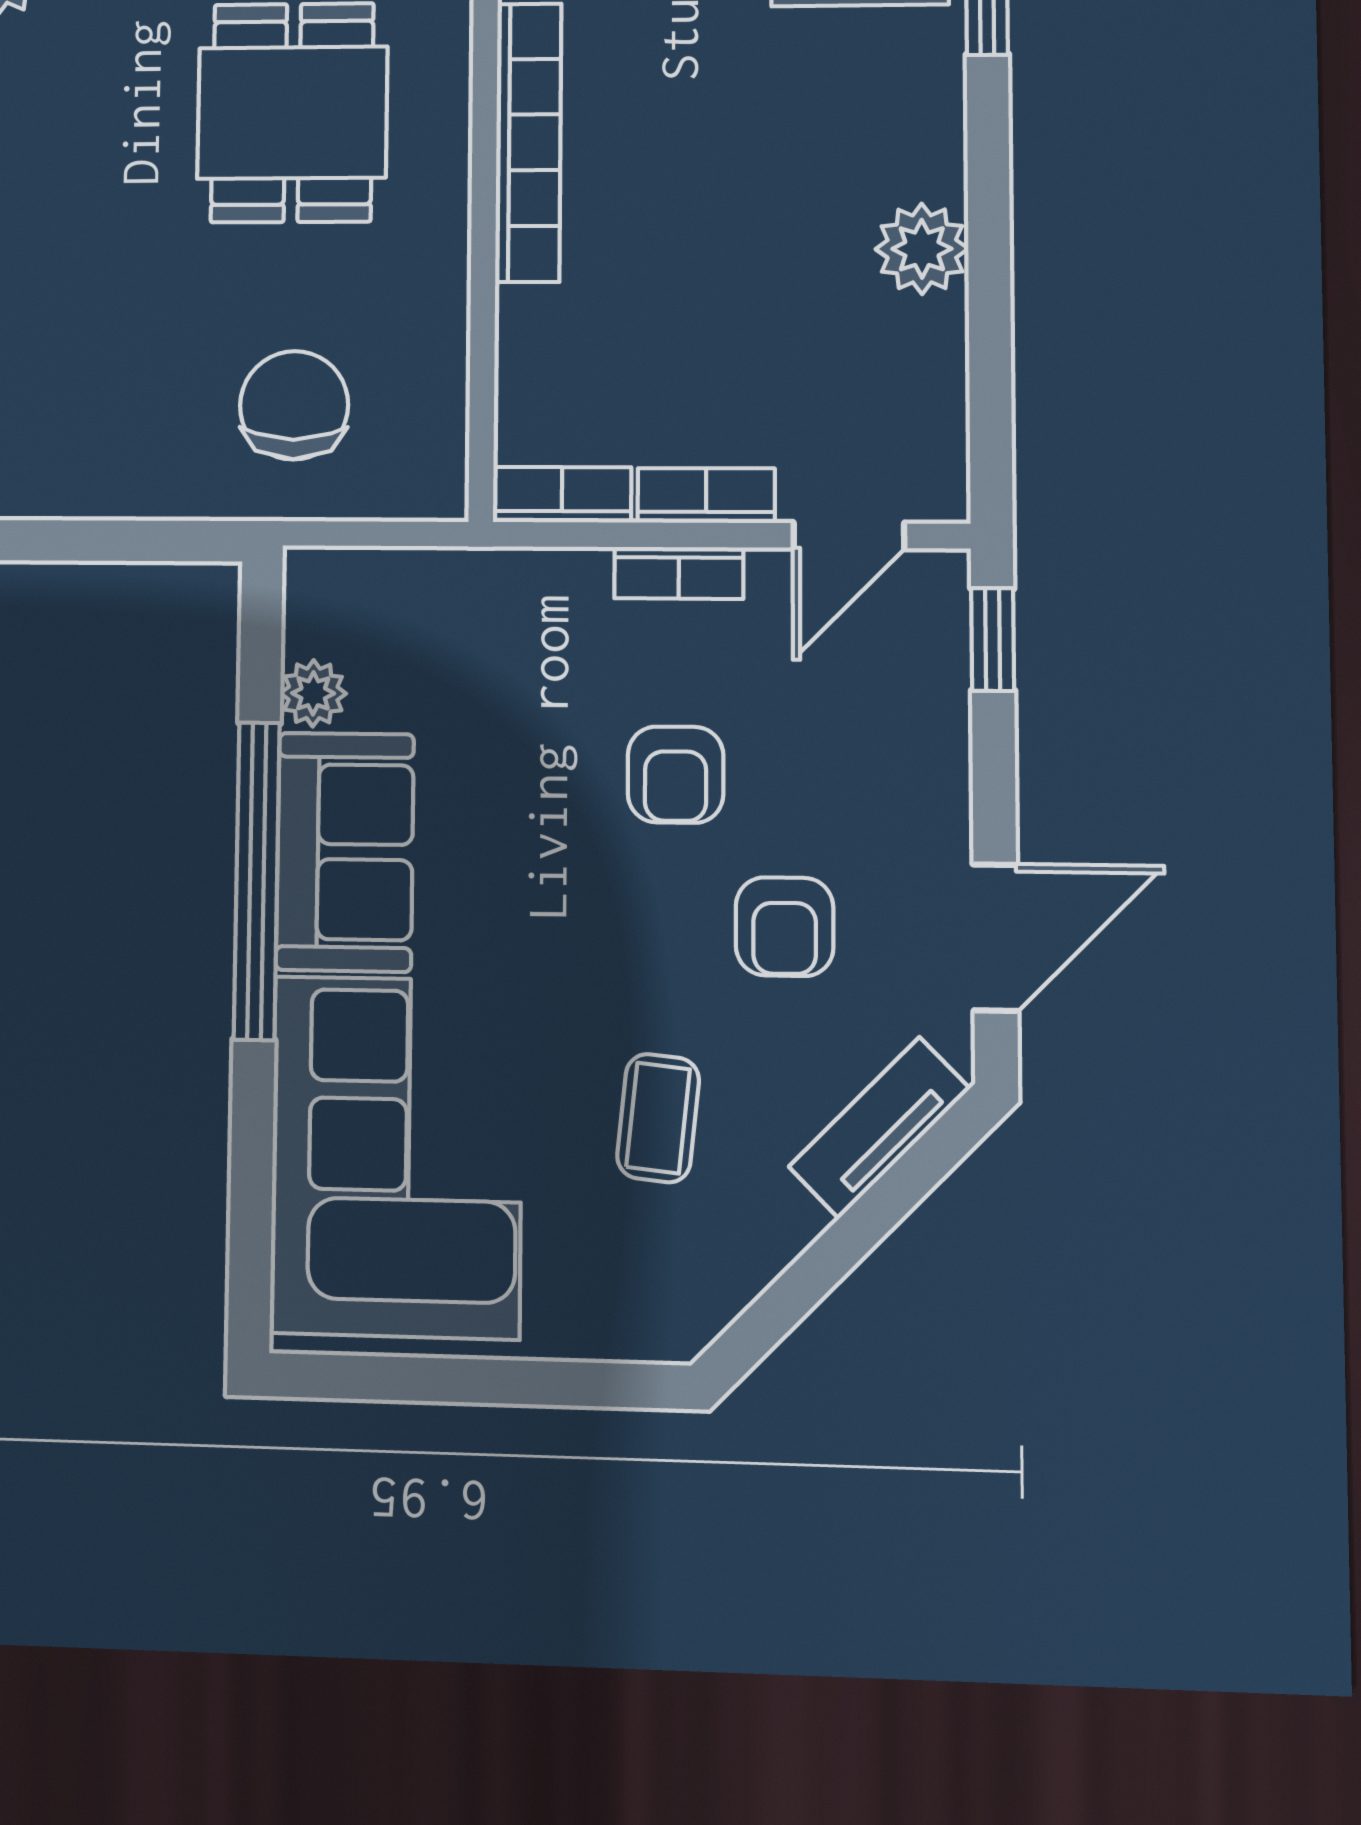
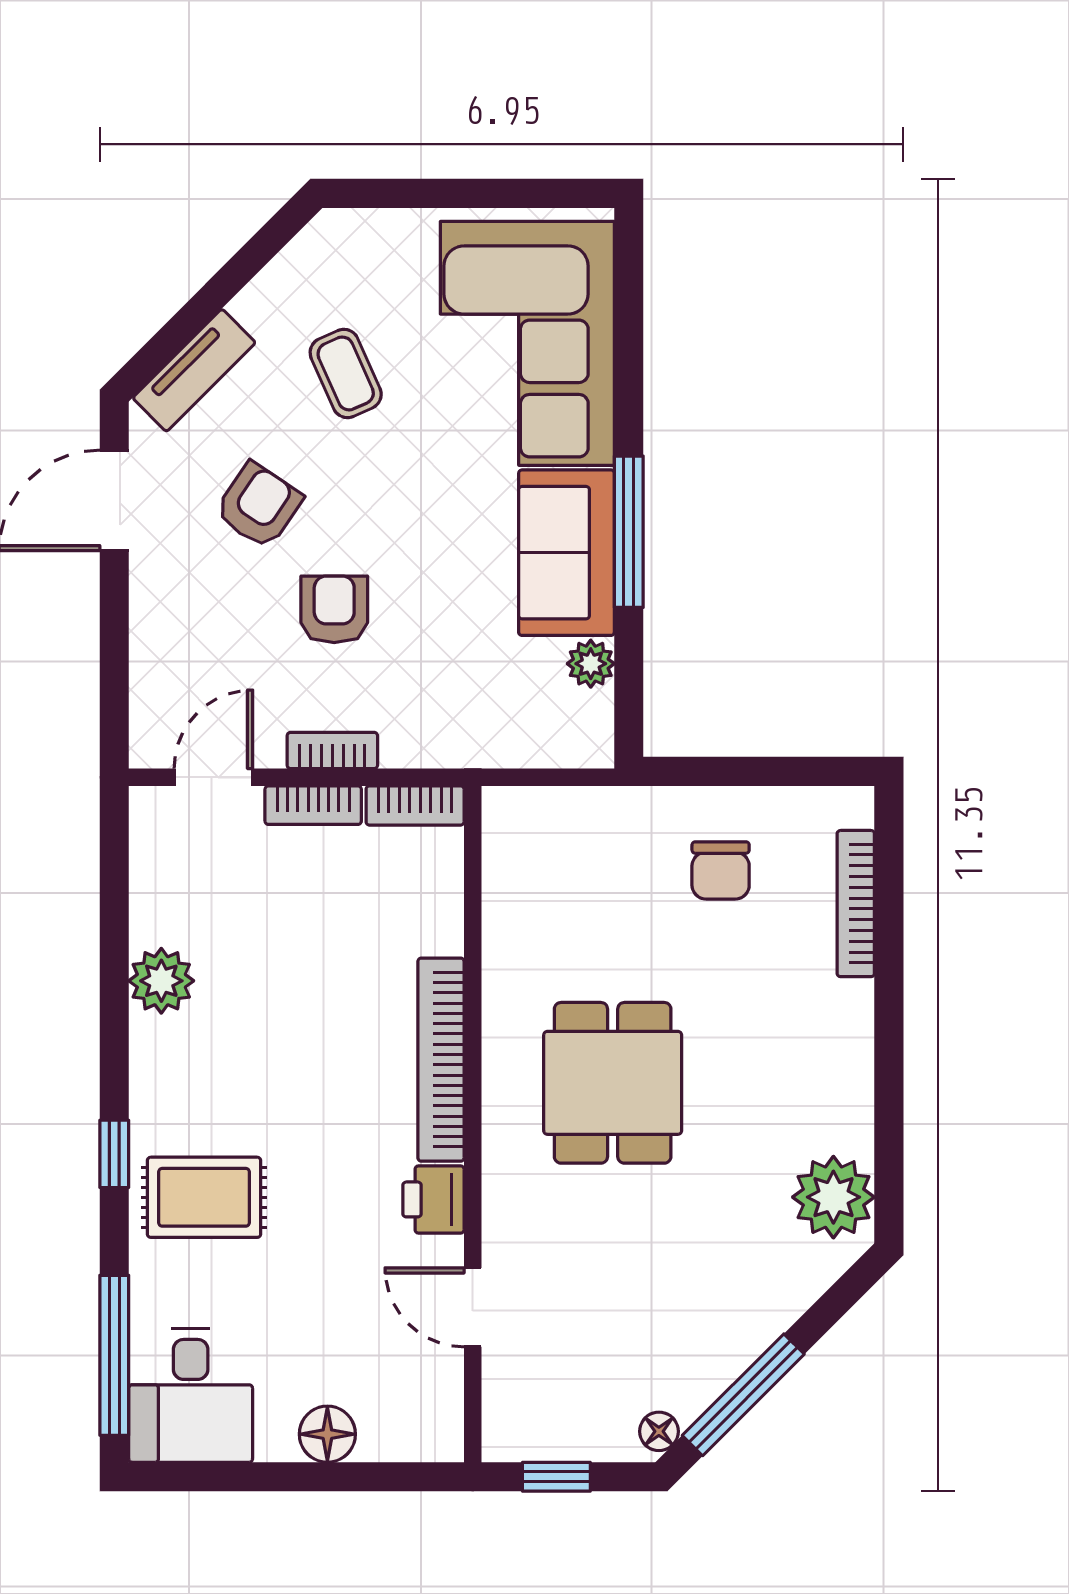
chair: (294, 405) -> (721, 870), moved, width x0.73, depth x0.73
window: (993, 639) -> (114, 705), removed
window: (257, 881) -> (629, 532), width x0.68
armchair: (785, 927) -> (259, 506), turned 34
coffee table: (658, 1118) -> (346, 373), turned -30

